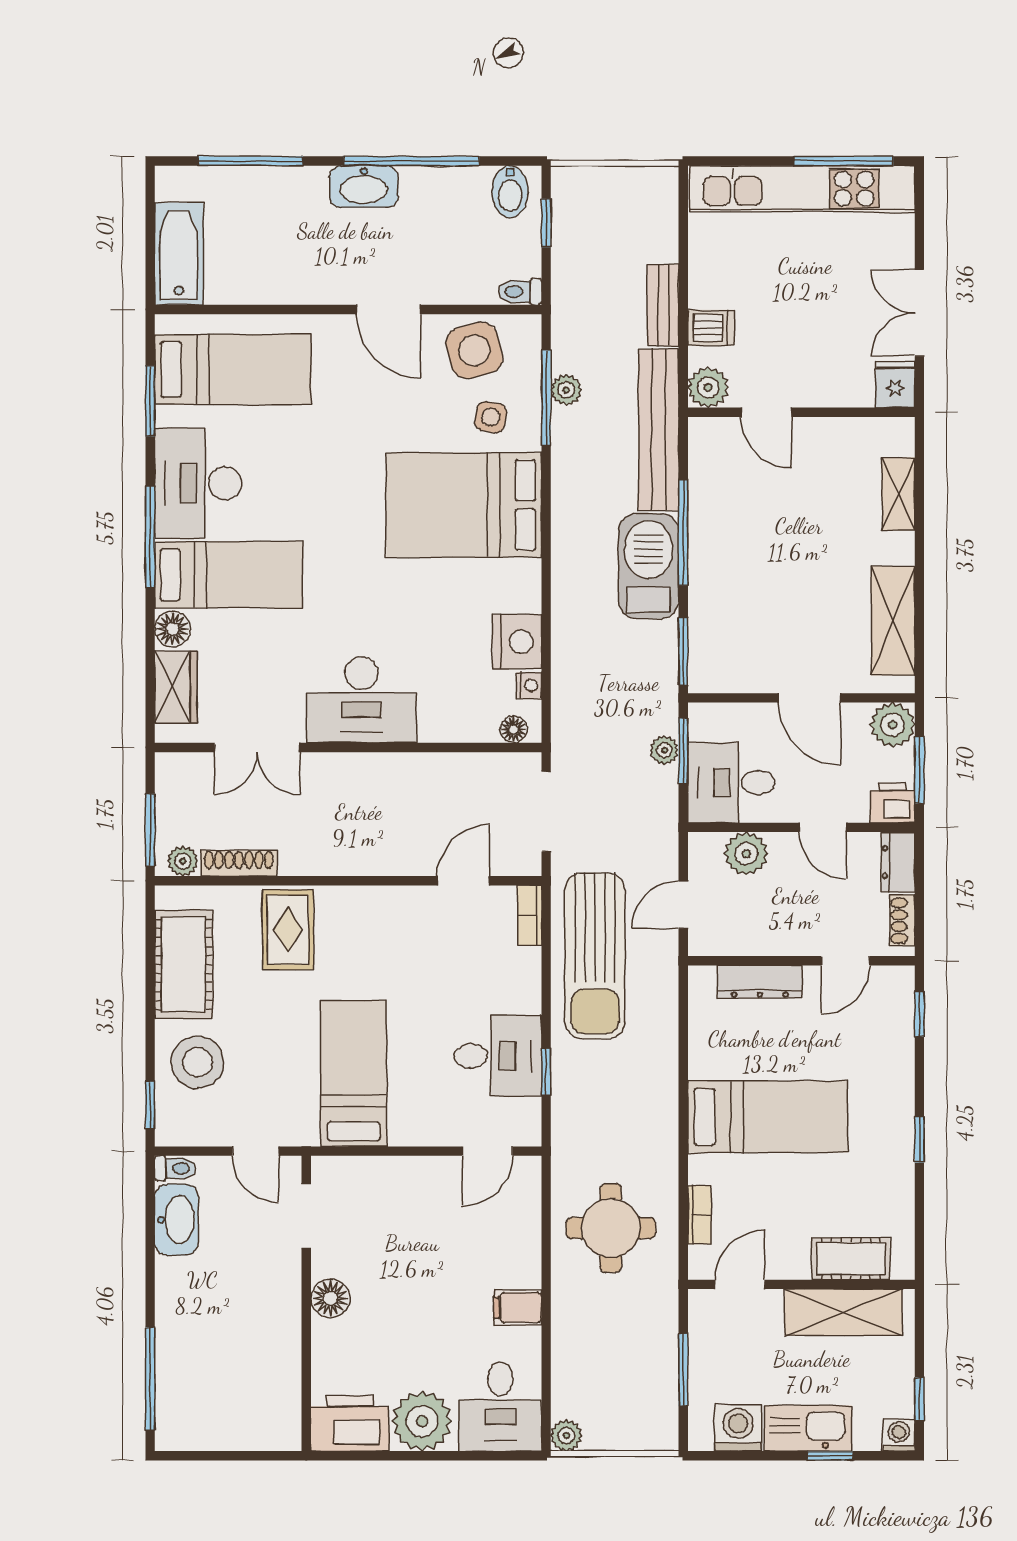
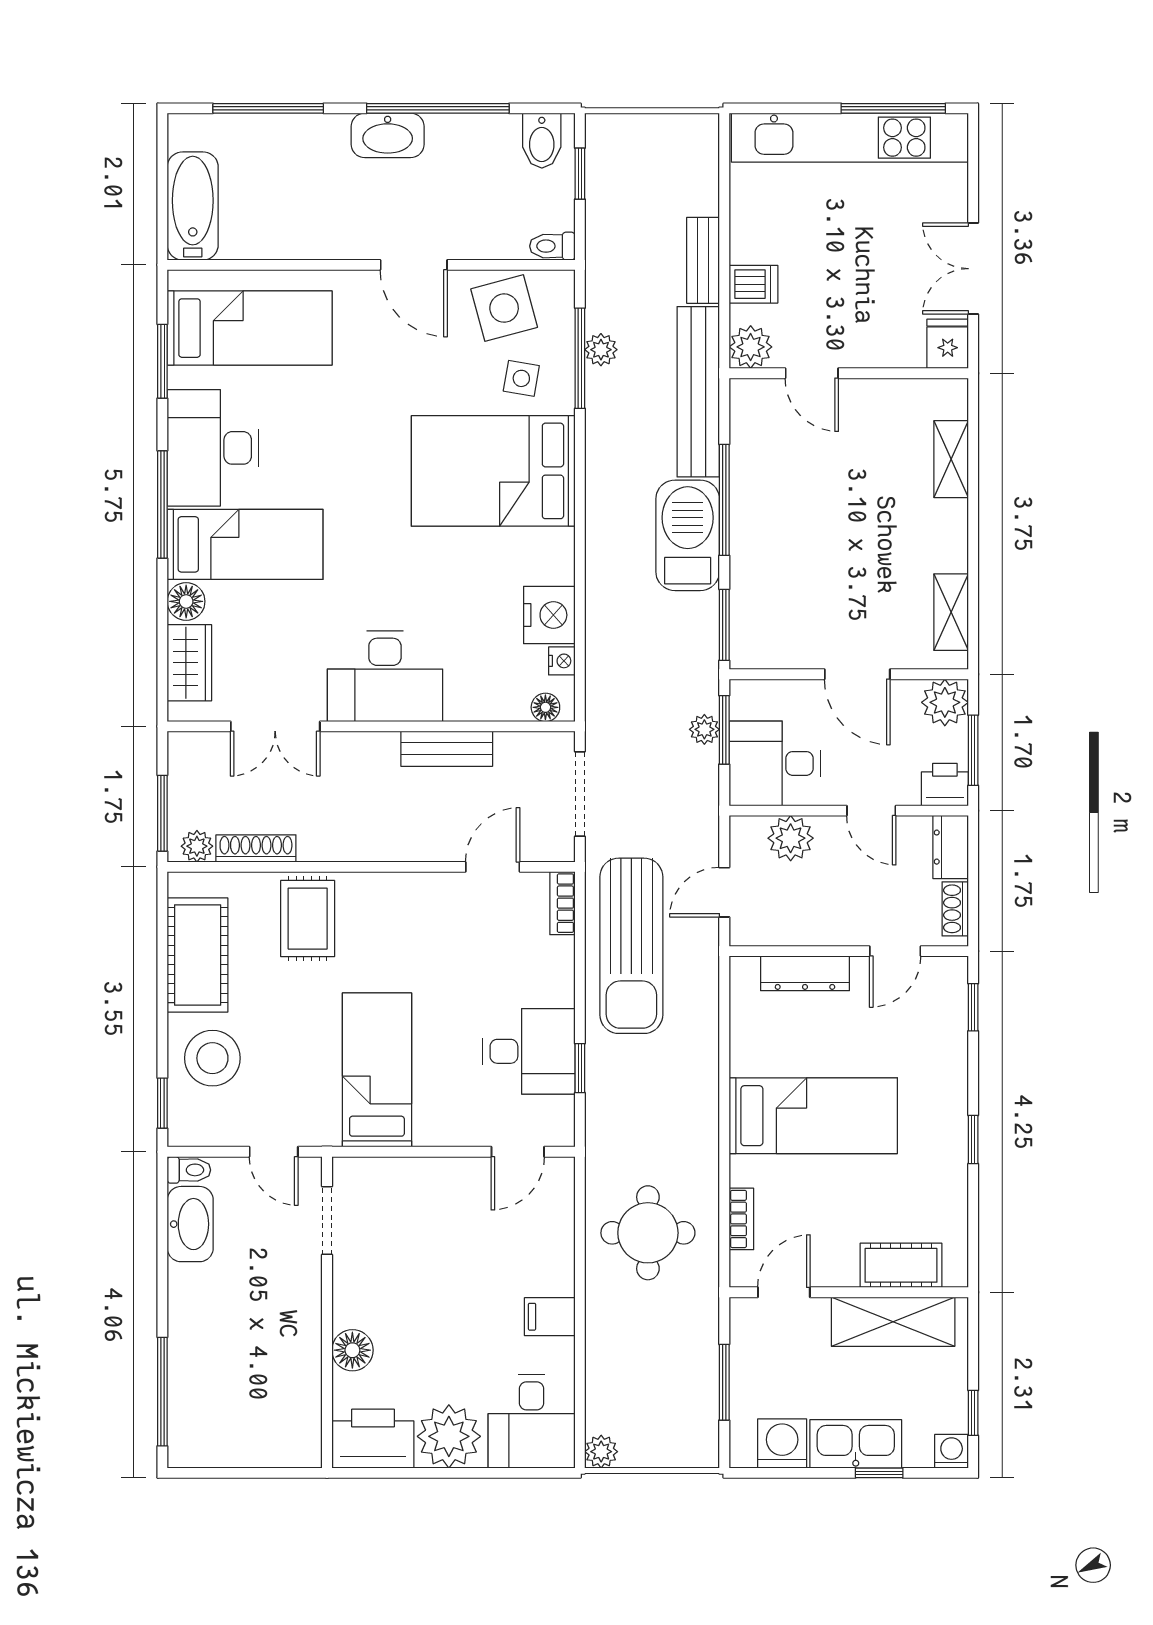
shelving: (893, 621) -> (951, 612), width x0.67, depth x0.75
bench: (420, 769) -> (447, 749), added
floor lamp: (330, 1298) -> (352, 1350), moved

